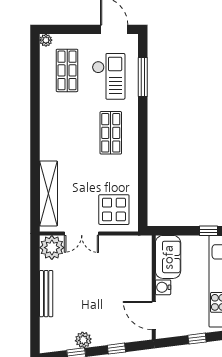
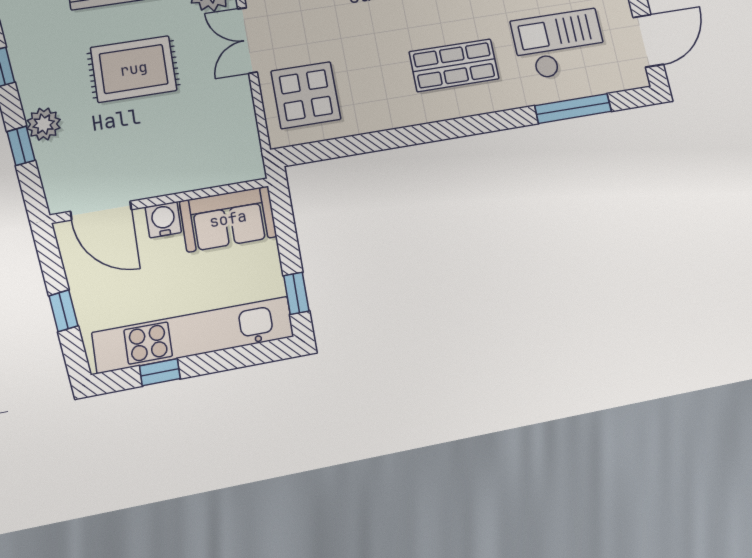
checkout: (109, 76) -> (559, 44), turned 180
rug: (87, 291) -> (134, 69), added
door: (154, 316) -> (101, 211), swing flipped
plant: (83, 340) -> (44, 124), moved

